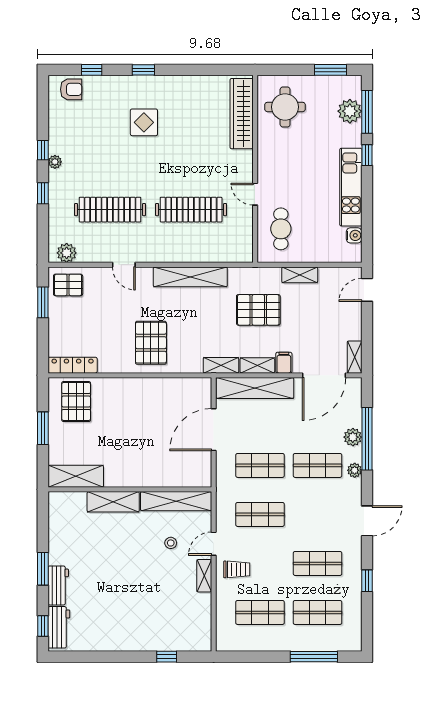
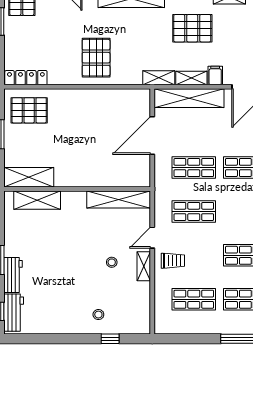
pallet: (76, 402) -> (29, 110), turned 90
shelving: (113, 502) -> (37, 200), moved
stool: (171, 543) -> (112, 262), moved
stool: (153, 630) -> (98, 315), added

